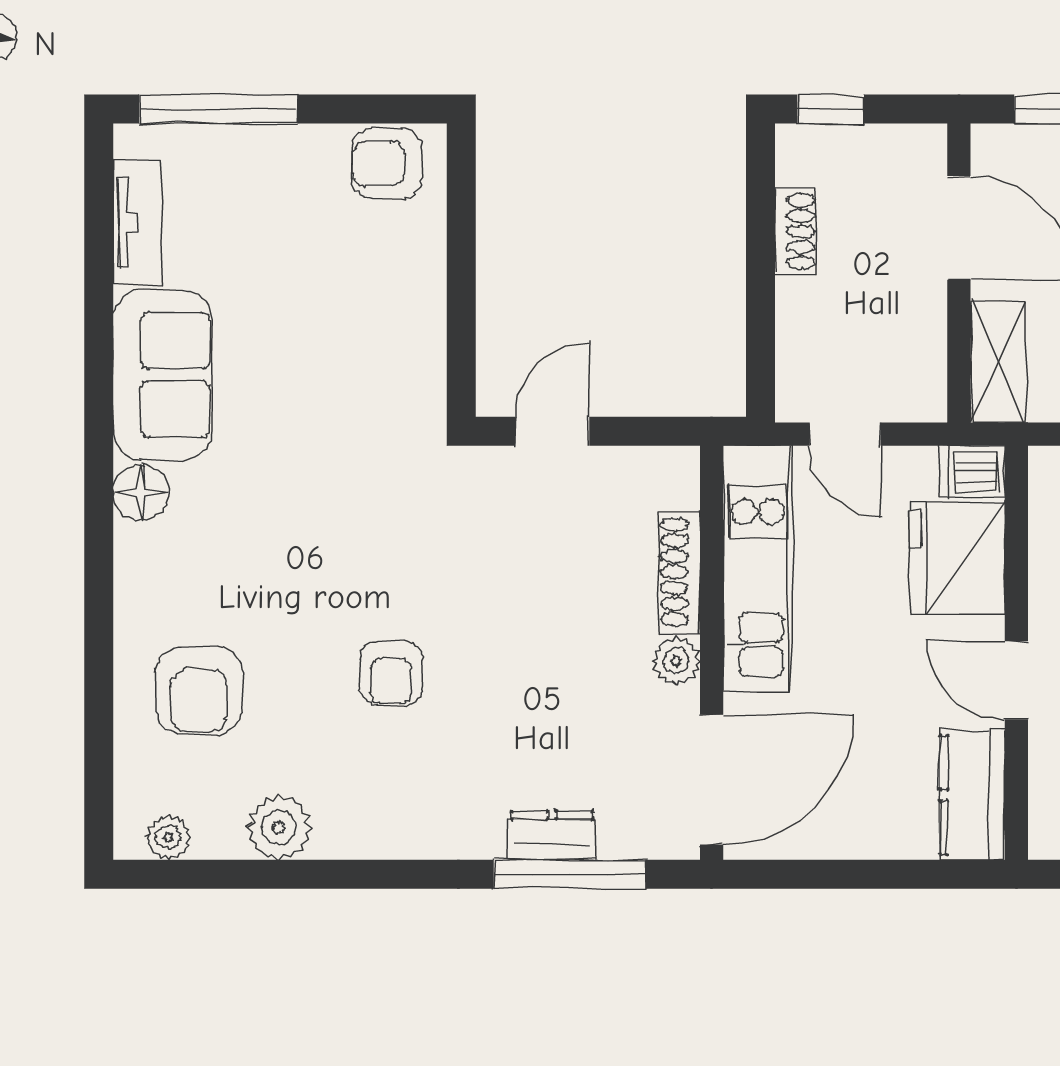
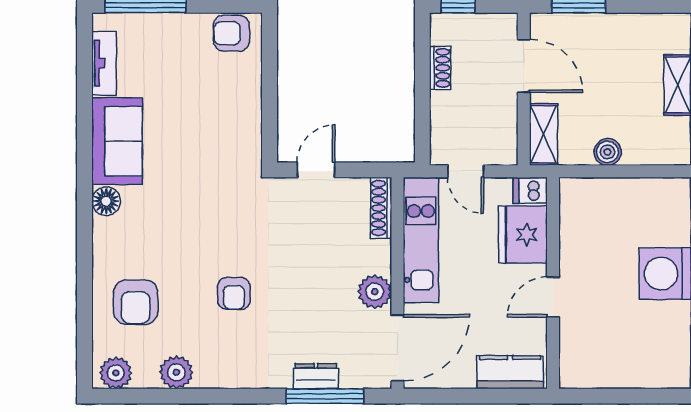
shoe rack: (680, 572) -> (381, 208), moved
plant: (676, 661) -> (375, 292), width x1.38, depth x1.38
door: (1016, 680) -> (553, 297), hinge flipped
kitchen counter: (972, 795) -> (510, 372), moved, turned 90
plant: (169, 837) -> (116, 373), width x1.38, depth x1.38

